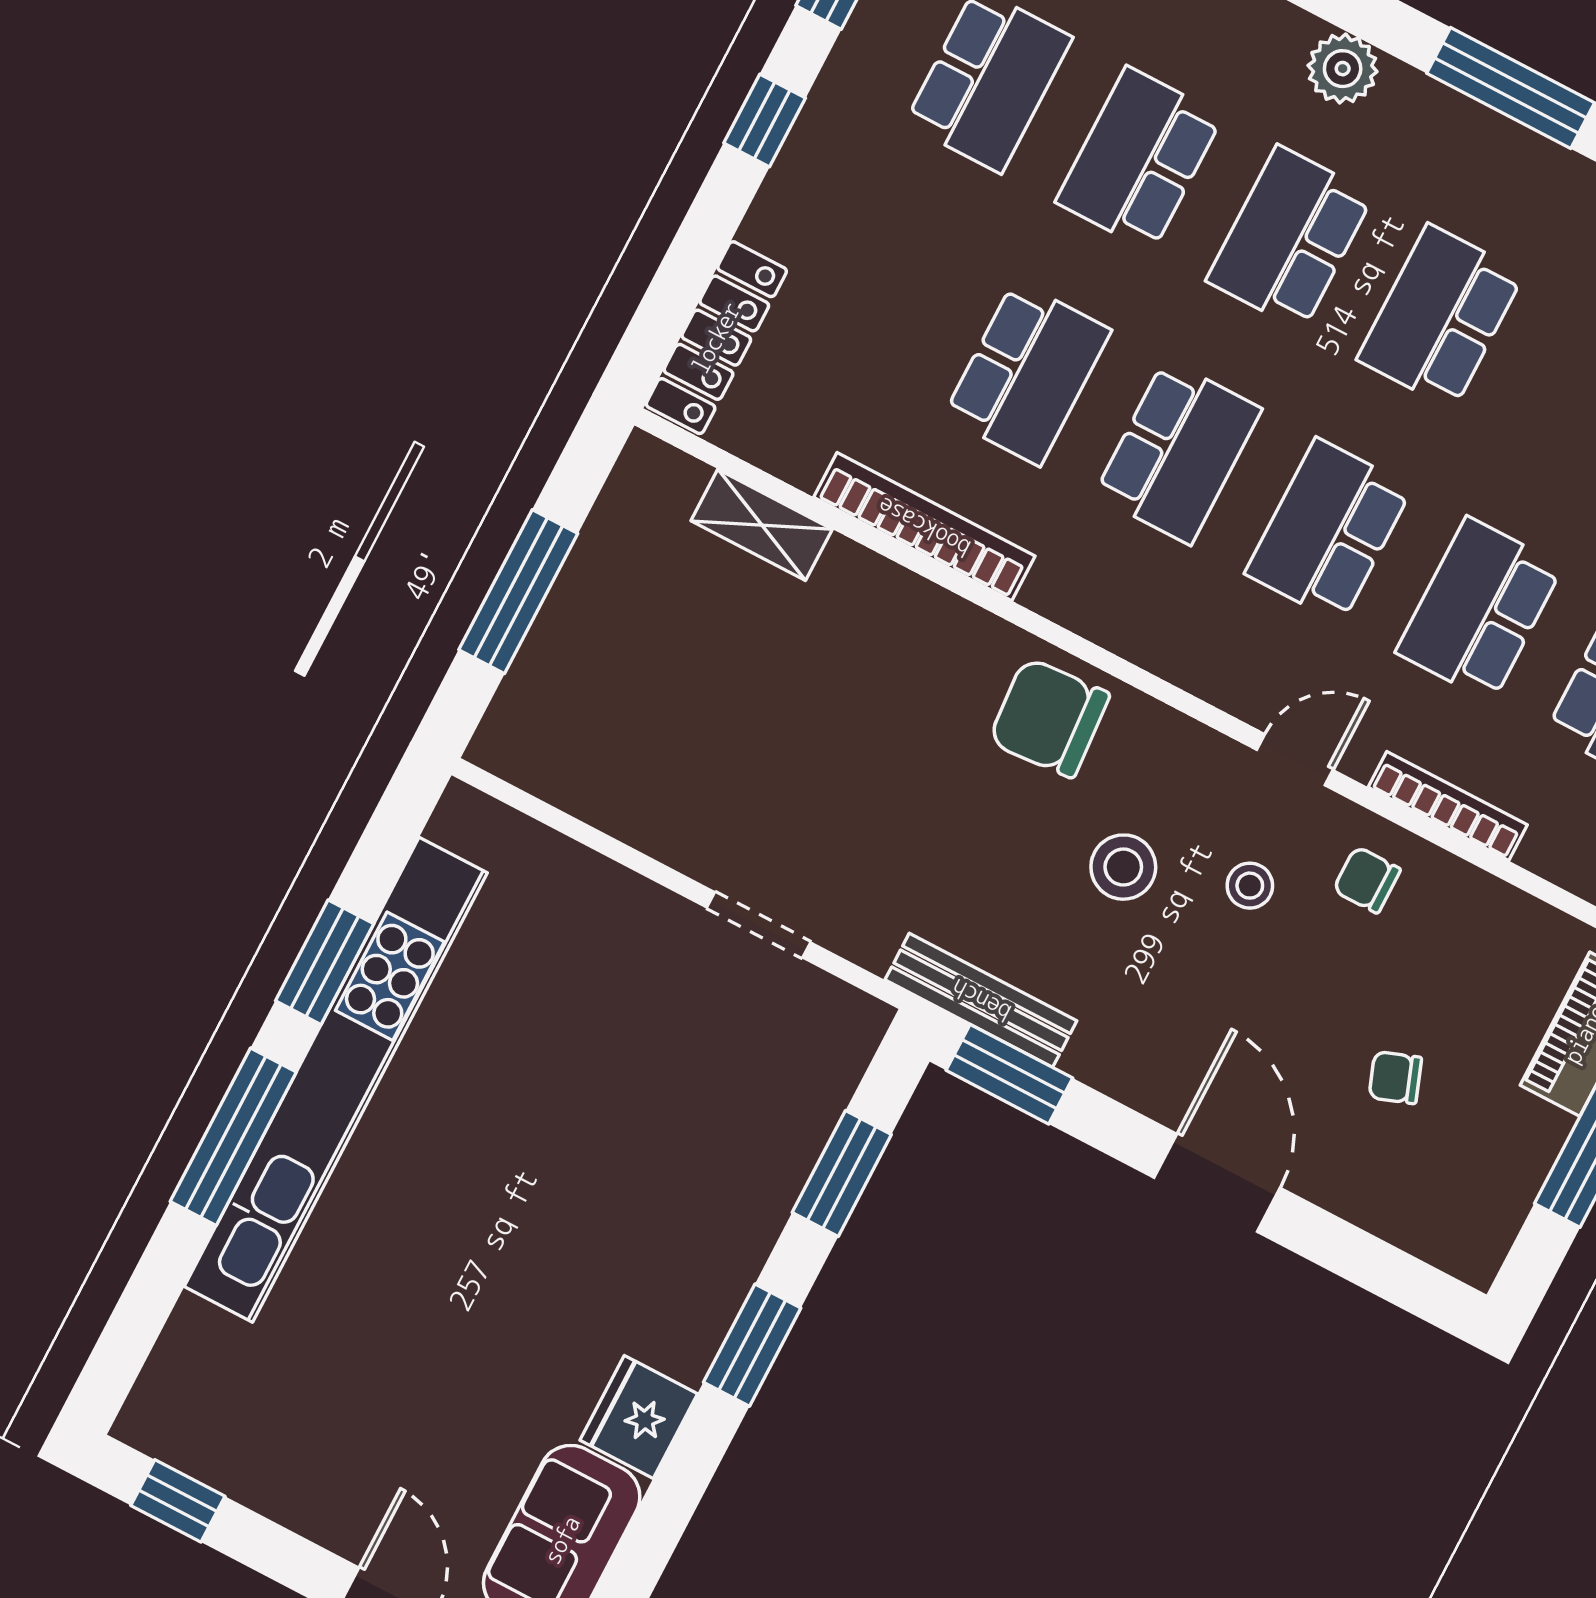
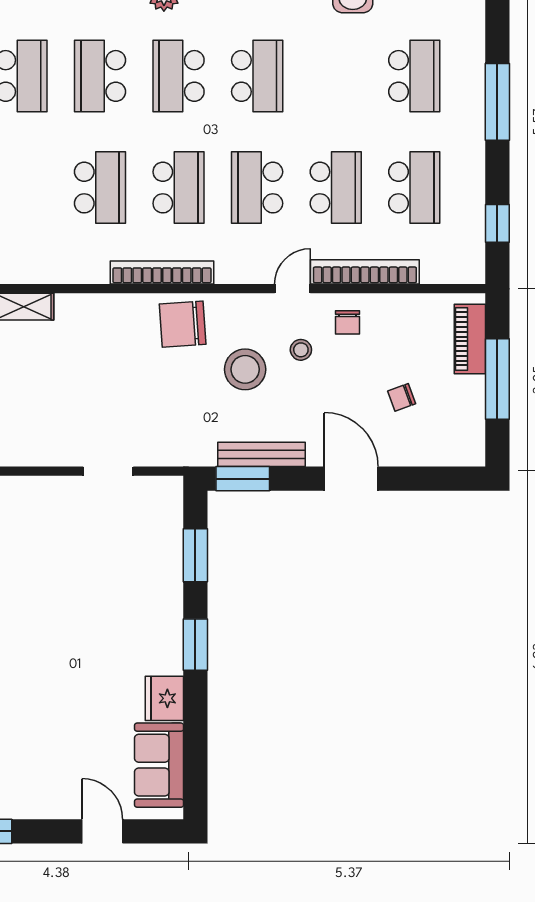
school desk: (1440, 317) -> (257, 76), turned 180
bookcase: (924, 527) -> (162, 273), moved
school desk: (1479, 609) -> (336, 188), turned 180
bookcase: (1448, 806) -> (365, 272), width x1.48, depth x1.31
stool: (1123, 867) -> (245, 369), width x1.38, depth x1.38
chair: (1367, 880) -> (348, 322), turned -90
bench: (981, 1000) -> (261, 454), moved

